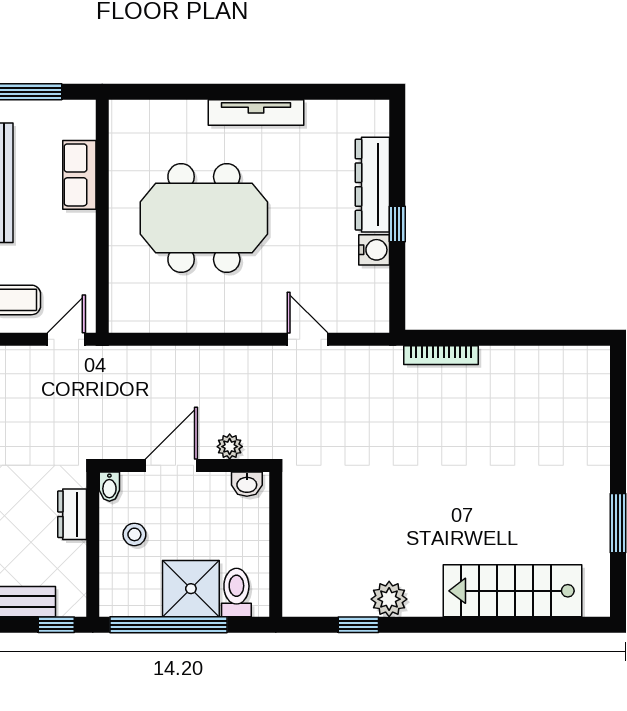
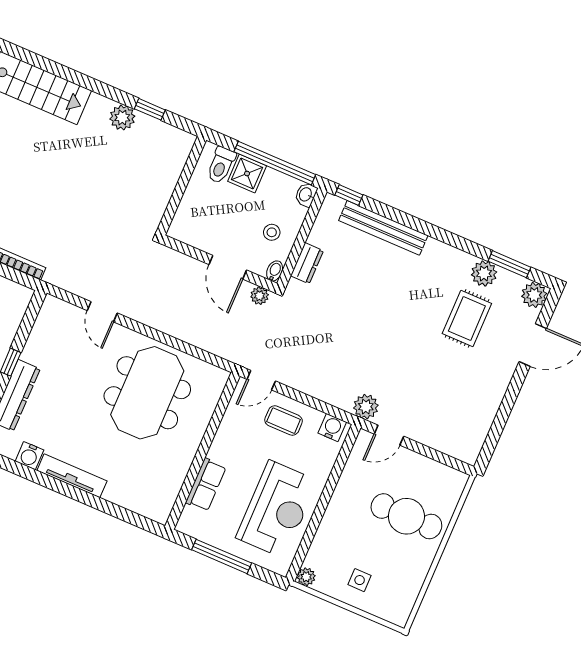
meeting table: (204, 218) -> (147, 393), moved, turned 90
water cooler: (374, 250) -> (29, 456), moved, turned -90
plant: (230, 447) -> (260, 296), moved
door: (171, 465) -> (228, 267), hinge flipped
washbasin: (247, 484) -> (306, 195), moved, turned -90
shower: (191, 589) -> (247, 173), width x0.73, depth x0.73

